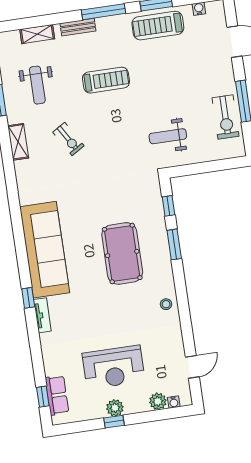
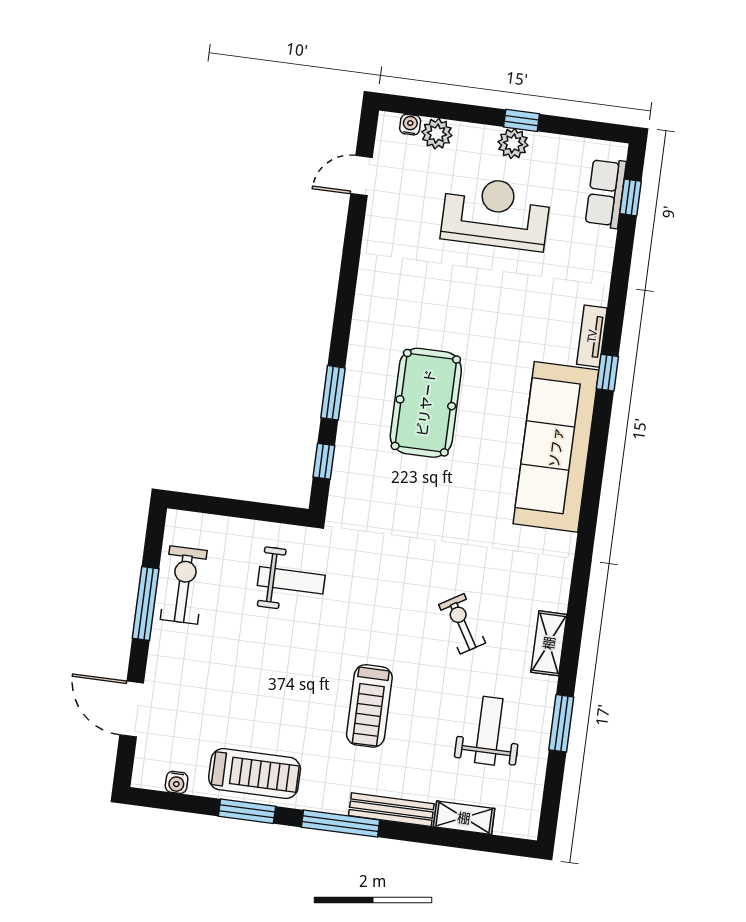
bench: (78, 27) -> (391, 810), width x1.36
treadmill: (106, 80) -> (369, 706), turned -90
stool: (166, 304) -> (376, 295), removed

